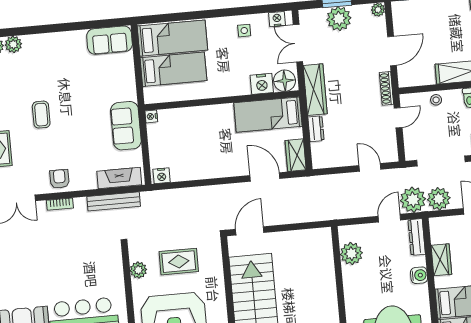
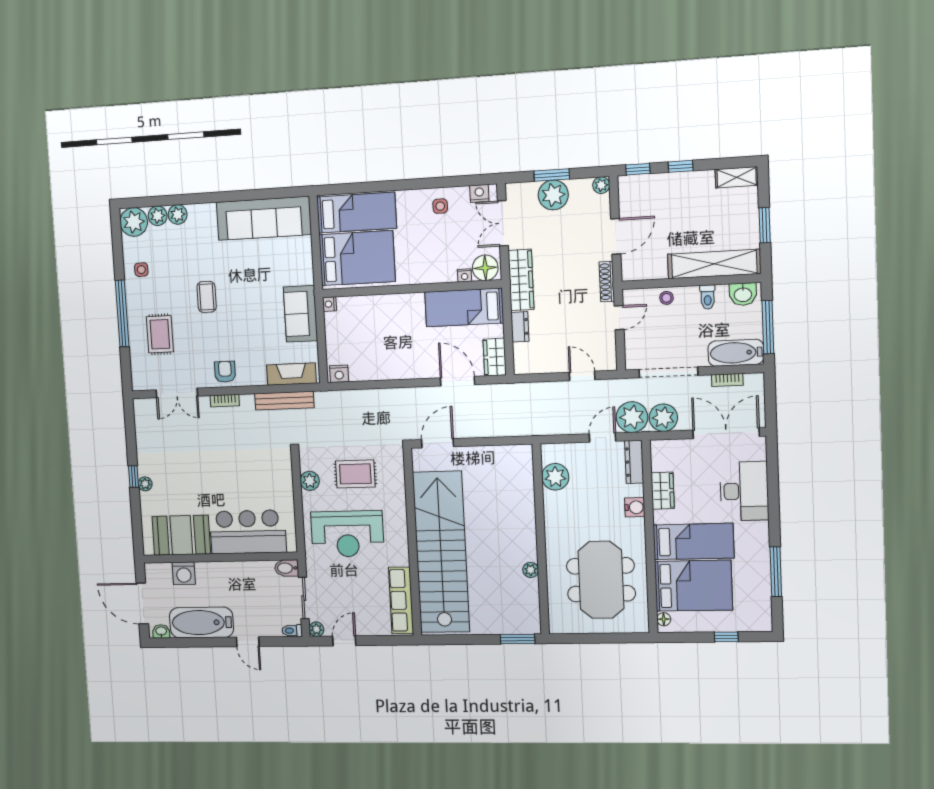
sofa: (110, 40) -> (264, 218), width x1.85, depth x1.27
bed: (173, 69) -> (357, 258), width x1.50
nightstand: (262, 84) -> (465, 275), width x0.53, depth x0.56

